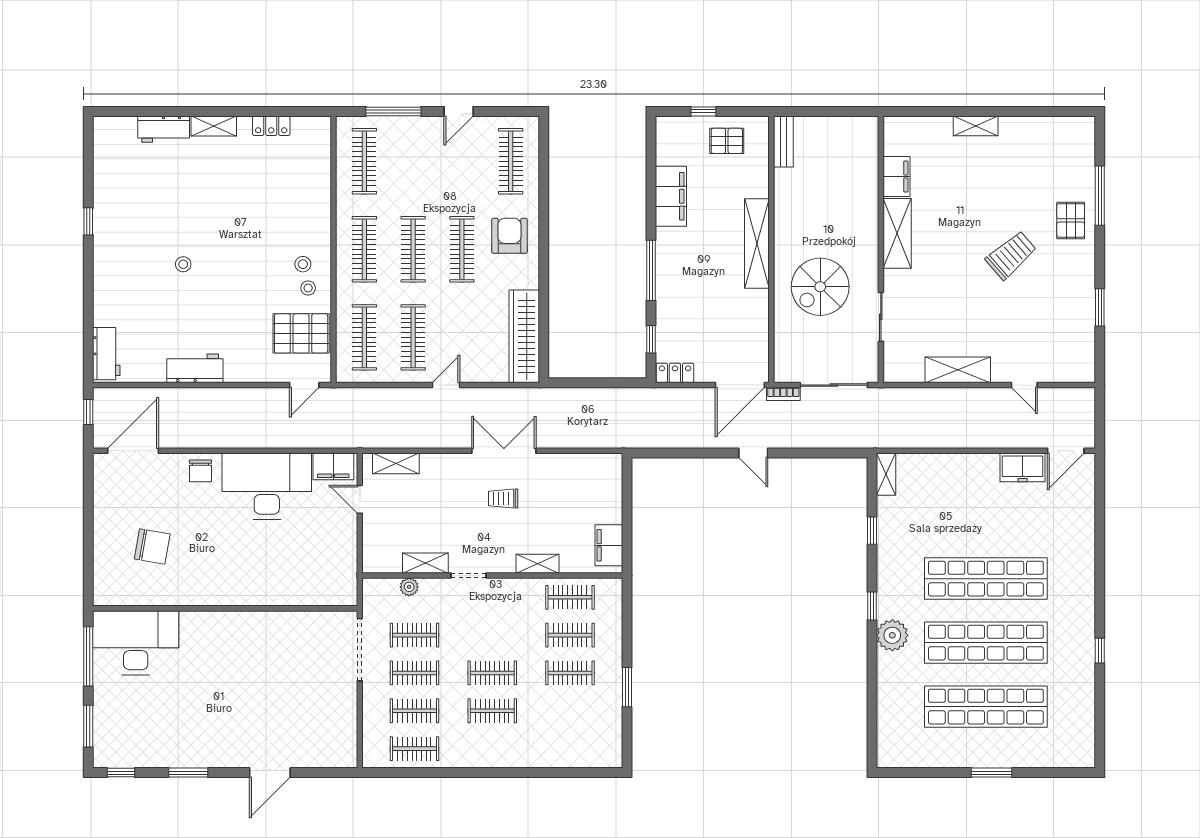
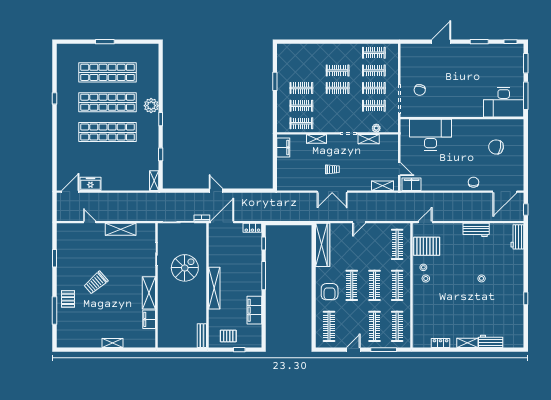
clothes rail: (413, 337) -> (374, 326), moved
desk: (267, 486) -> (430, 135), moved, turned 180
chair: (316, 669) -> (420, 90), added

